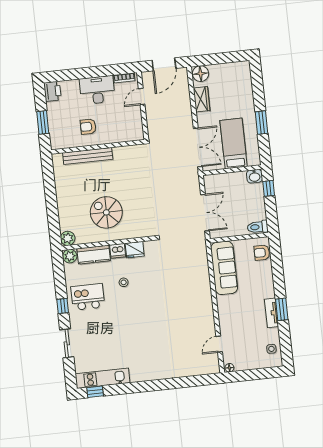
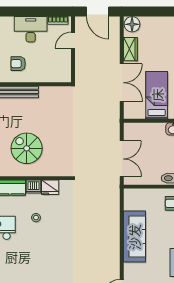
door: (164, 64) -> (98, 12), hinge flipped
double door: (198, 147) -> (122, 83), moved
sofa: (224, 268) -> (134, 237), moved

